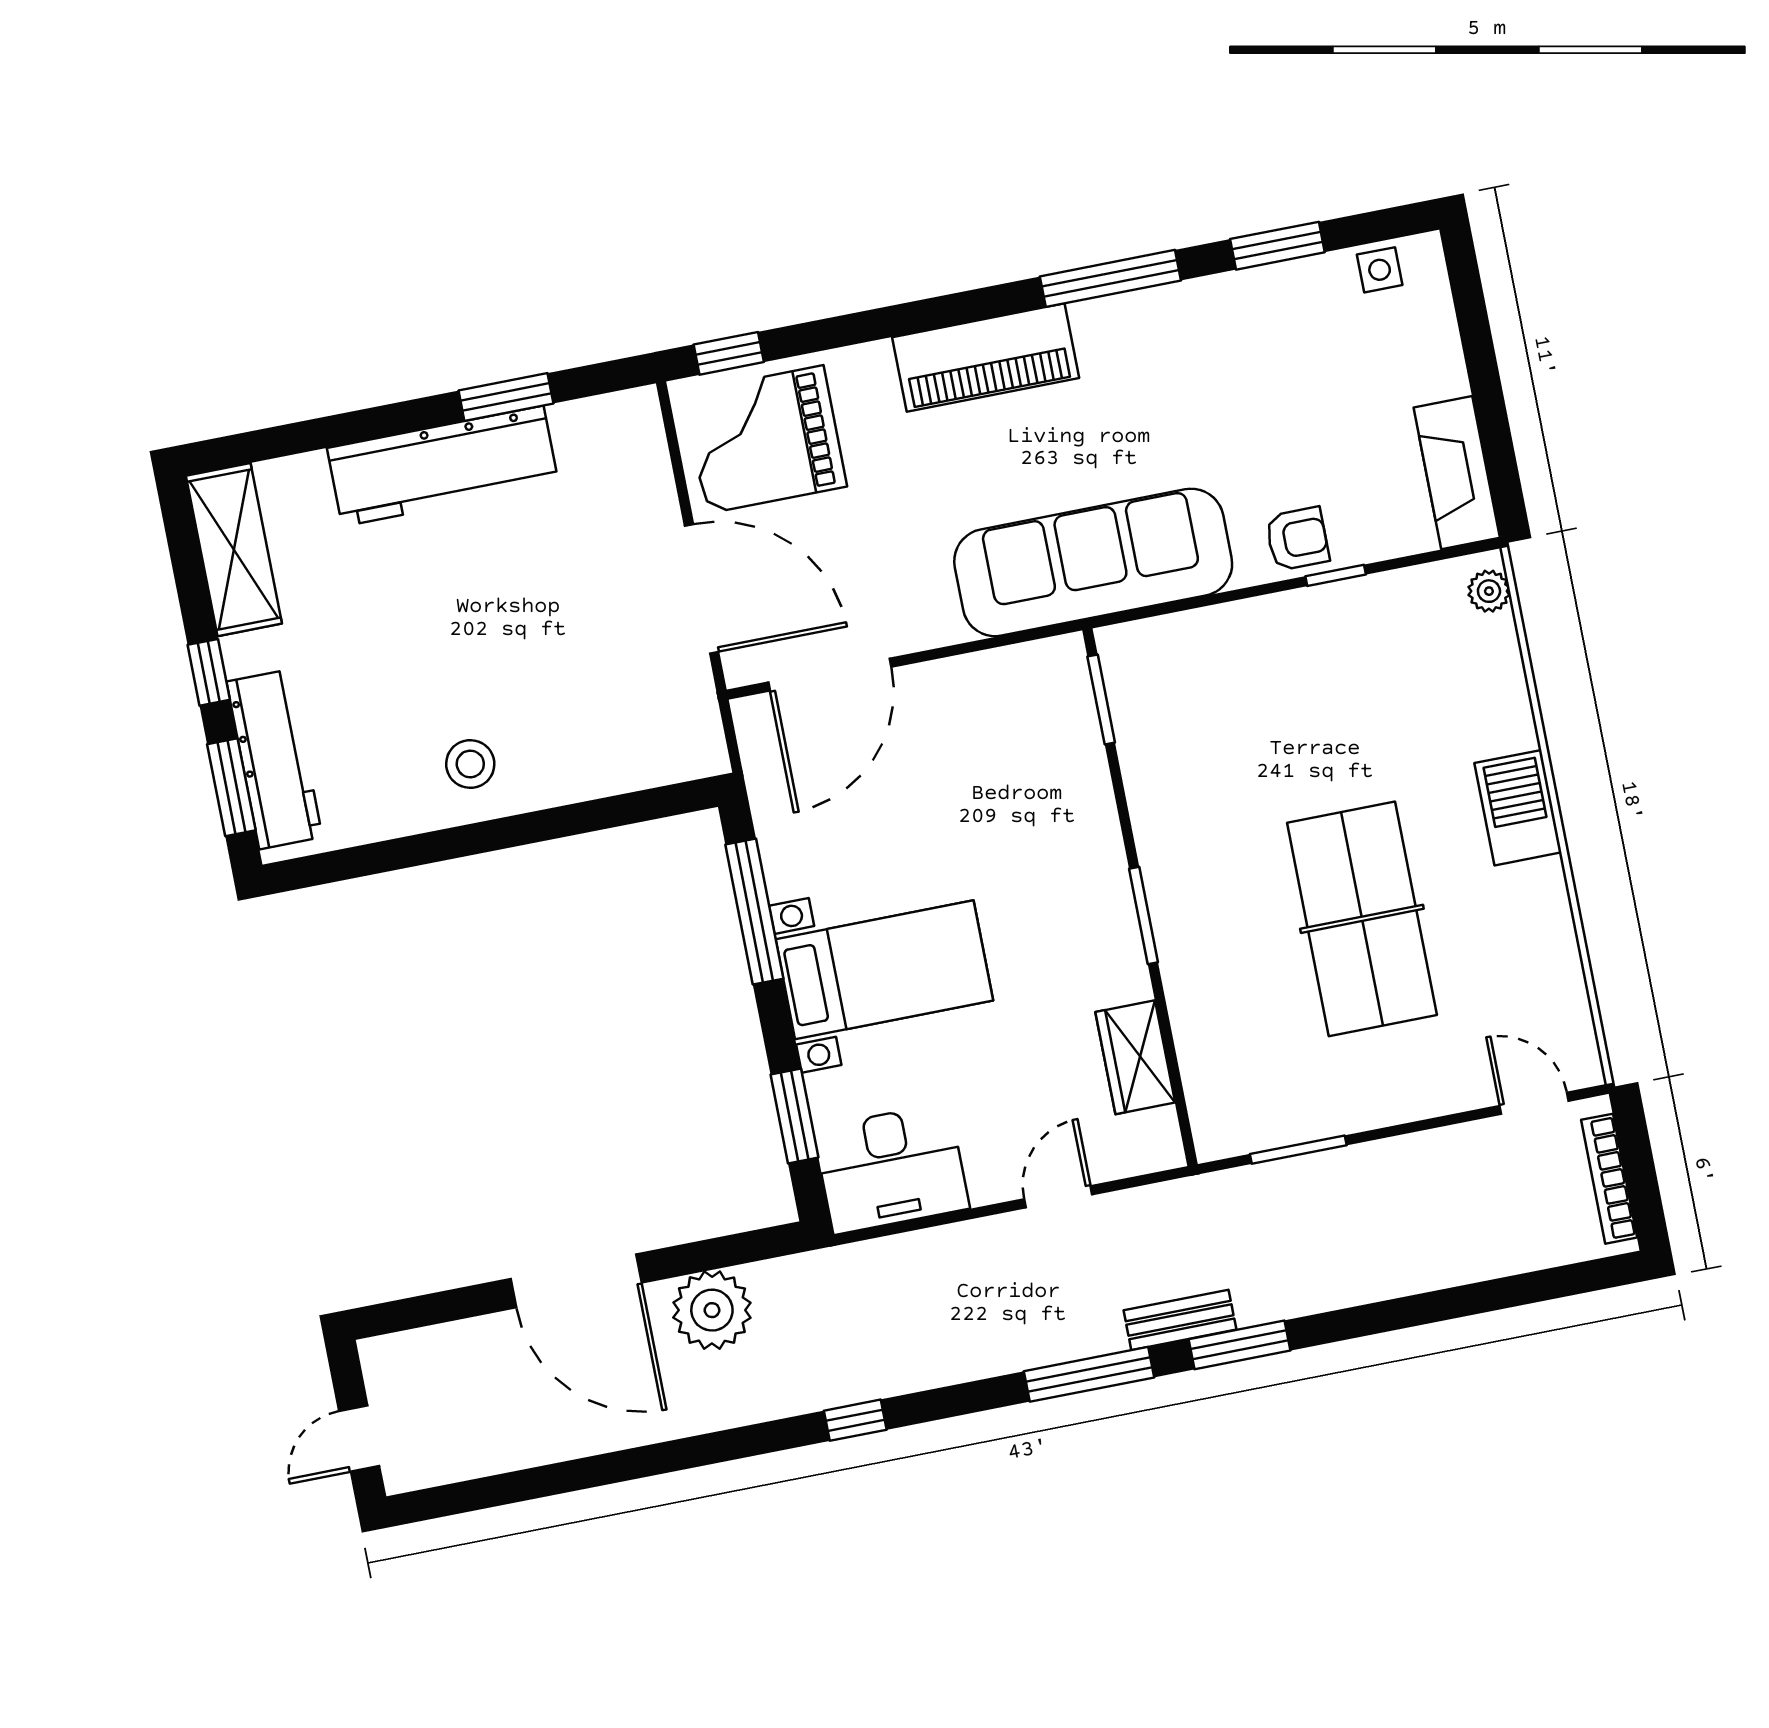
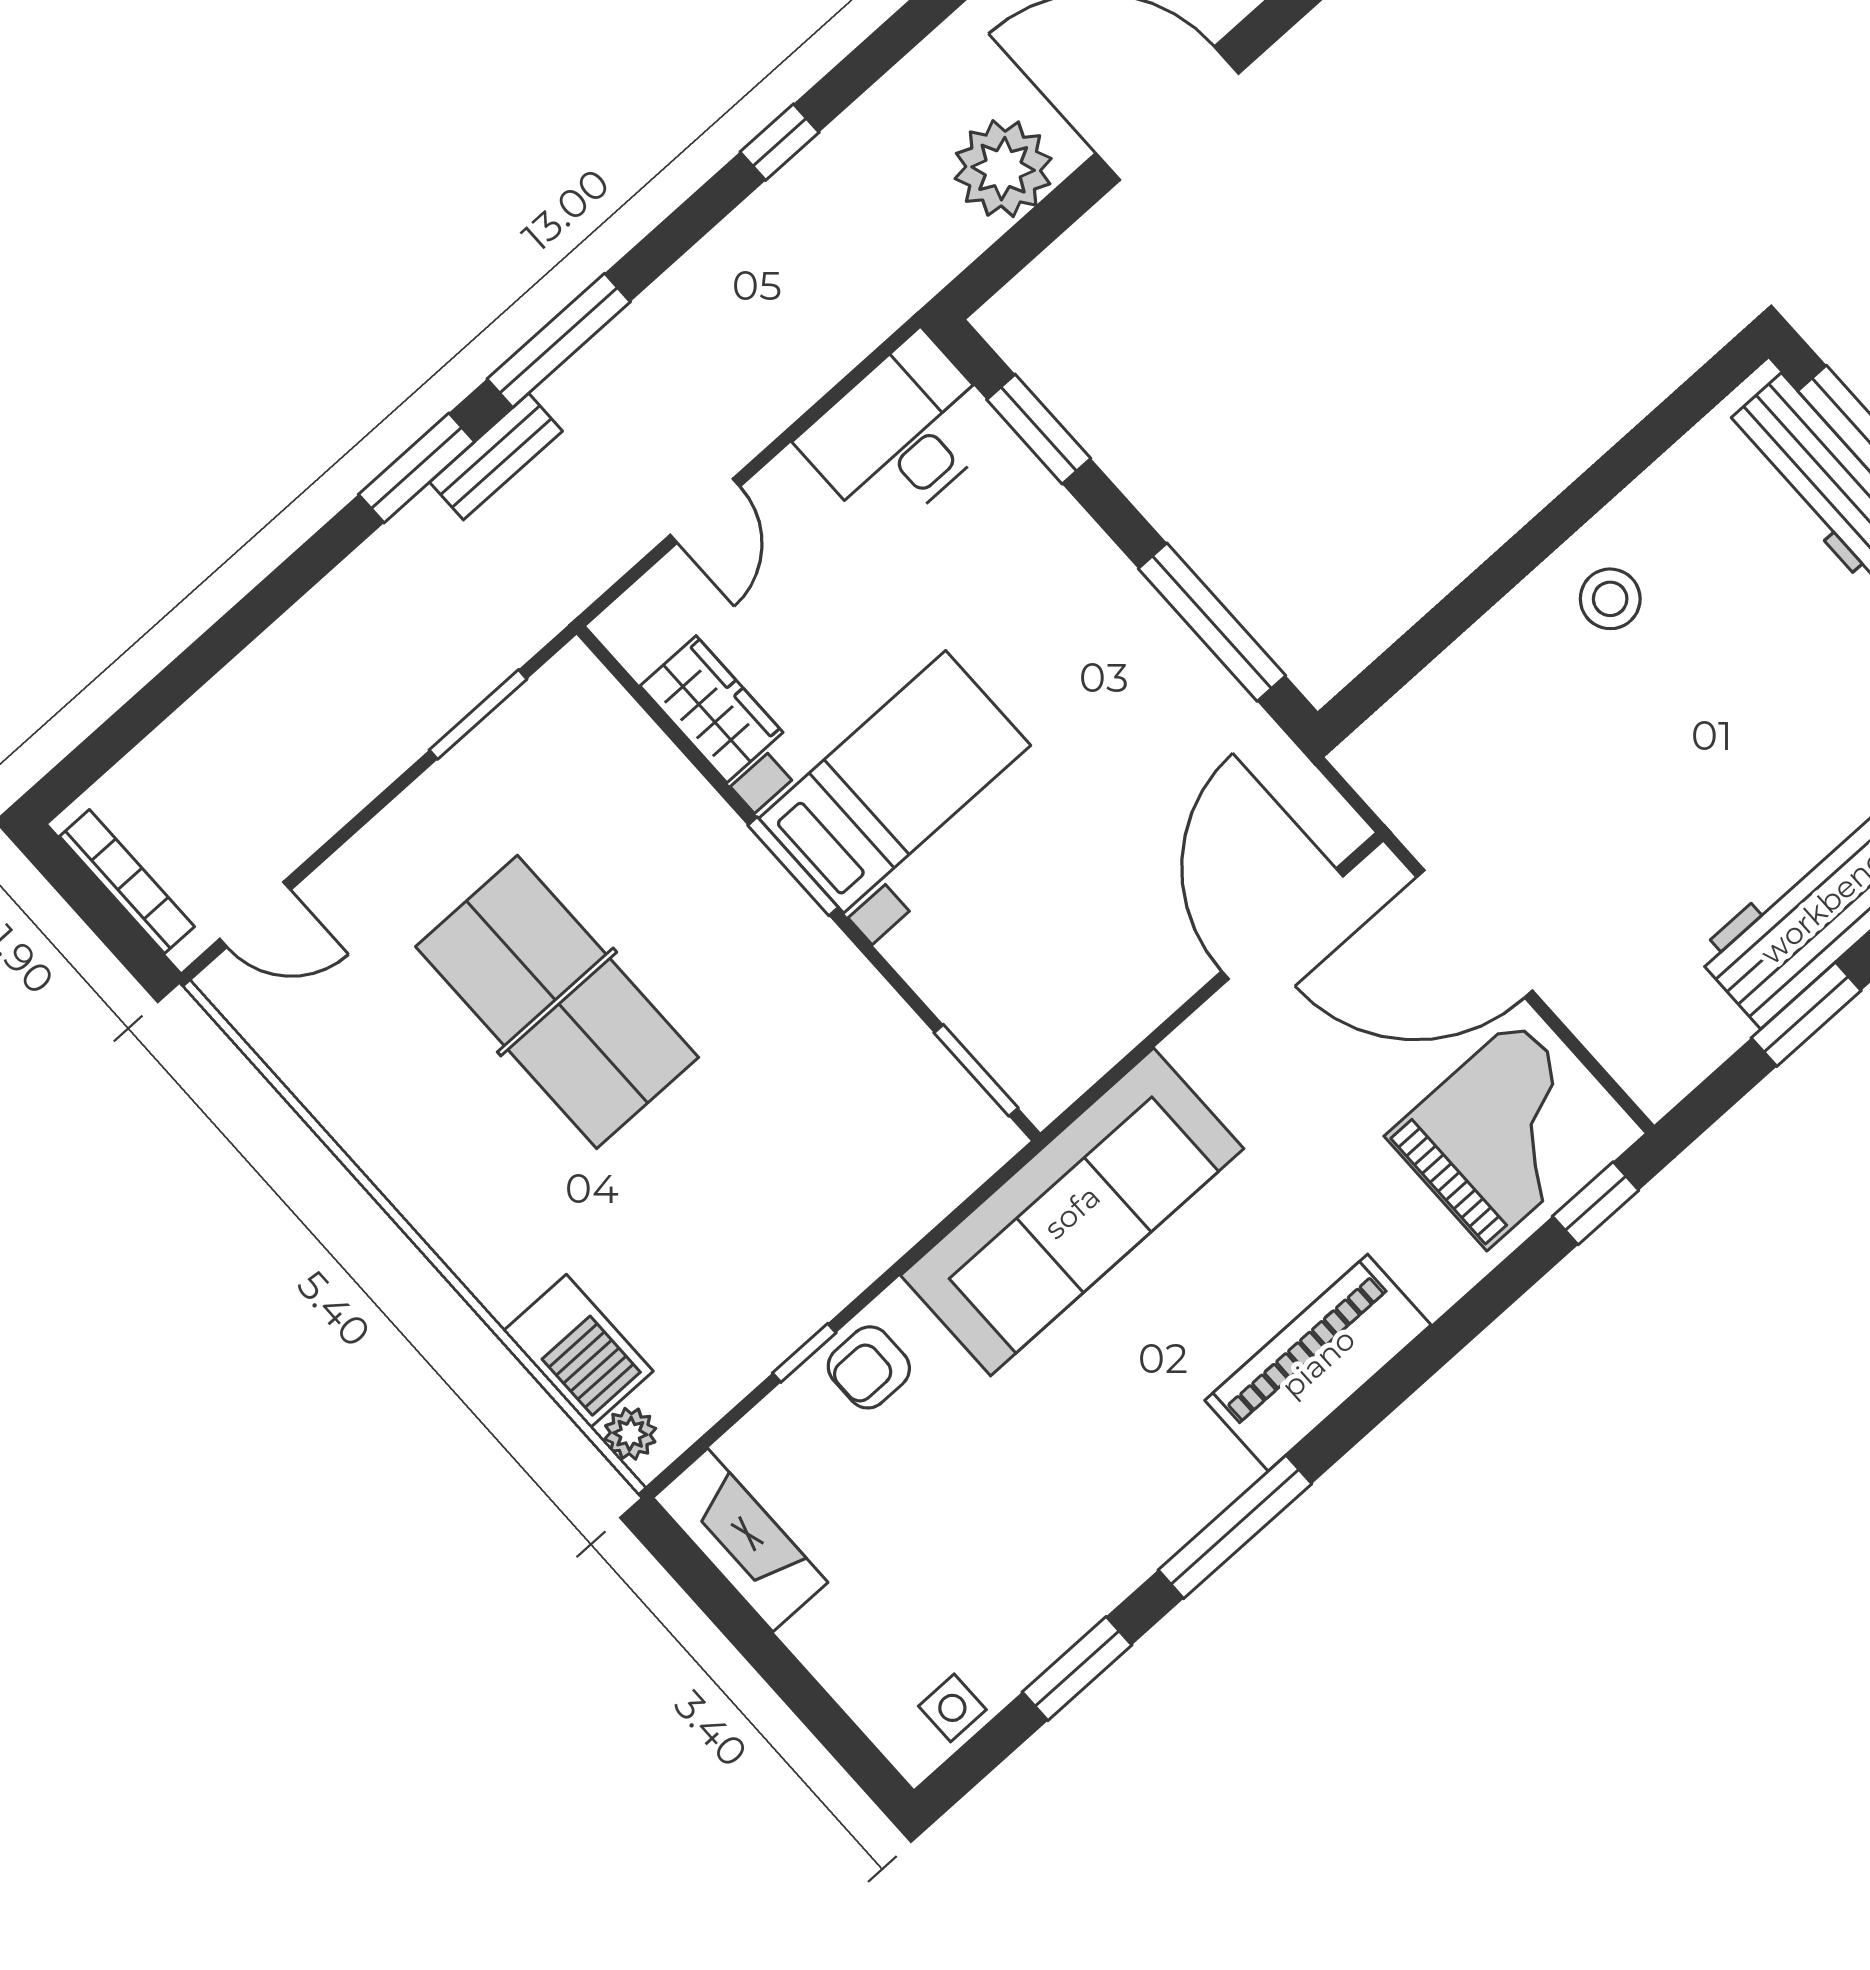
barbecue: (1518, 808) -> (578, 1351), moved
bed with nightstands: (884, 970) -> (895, 782), moved, turned 180

